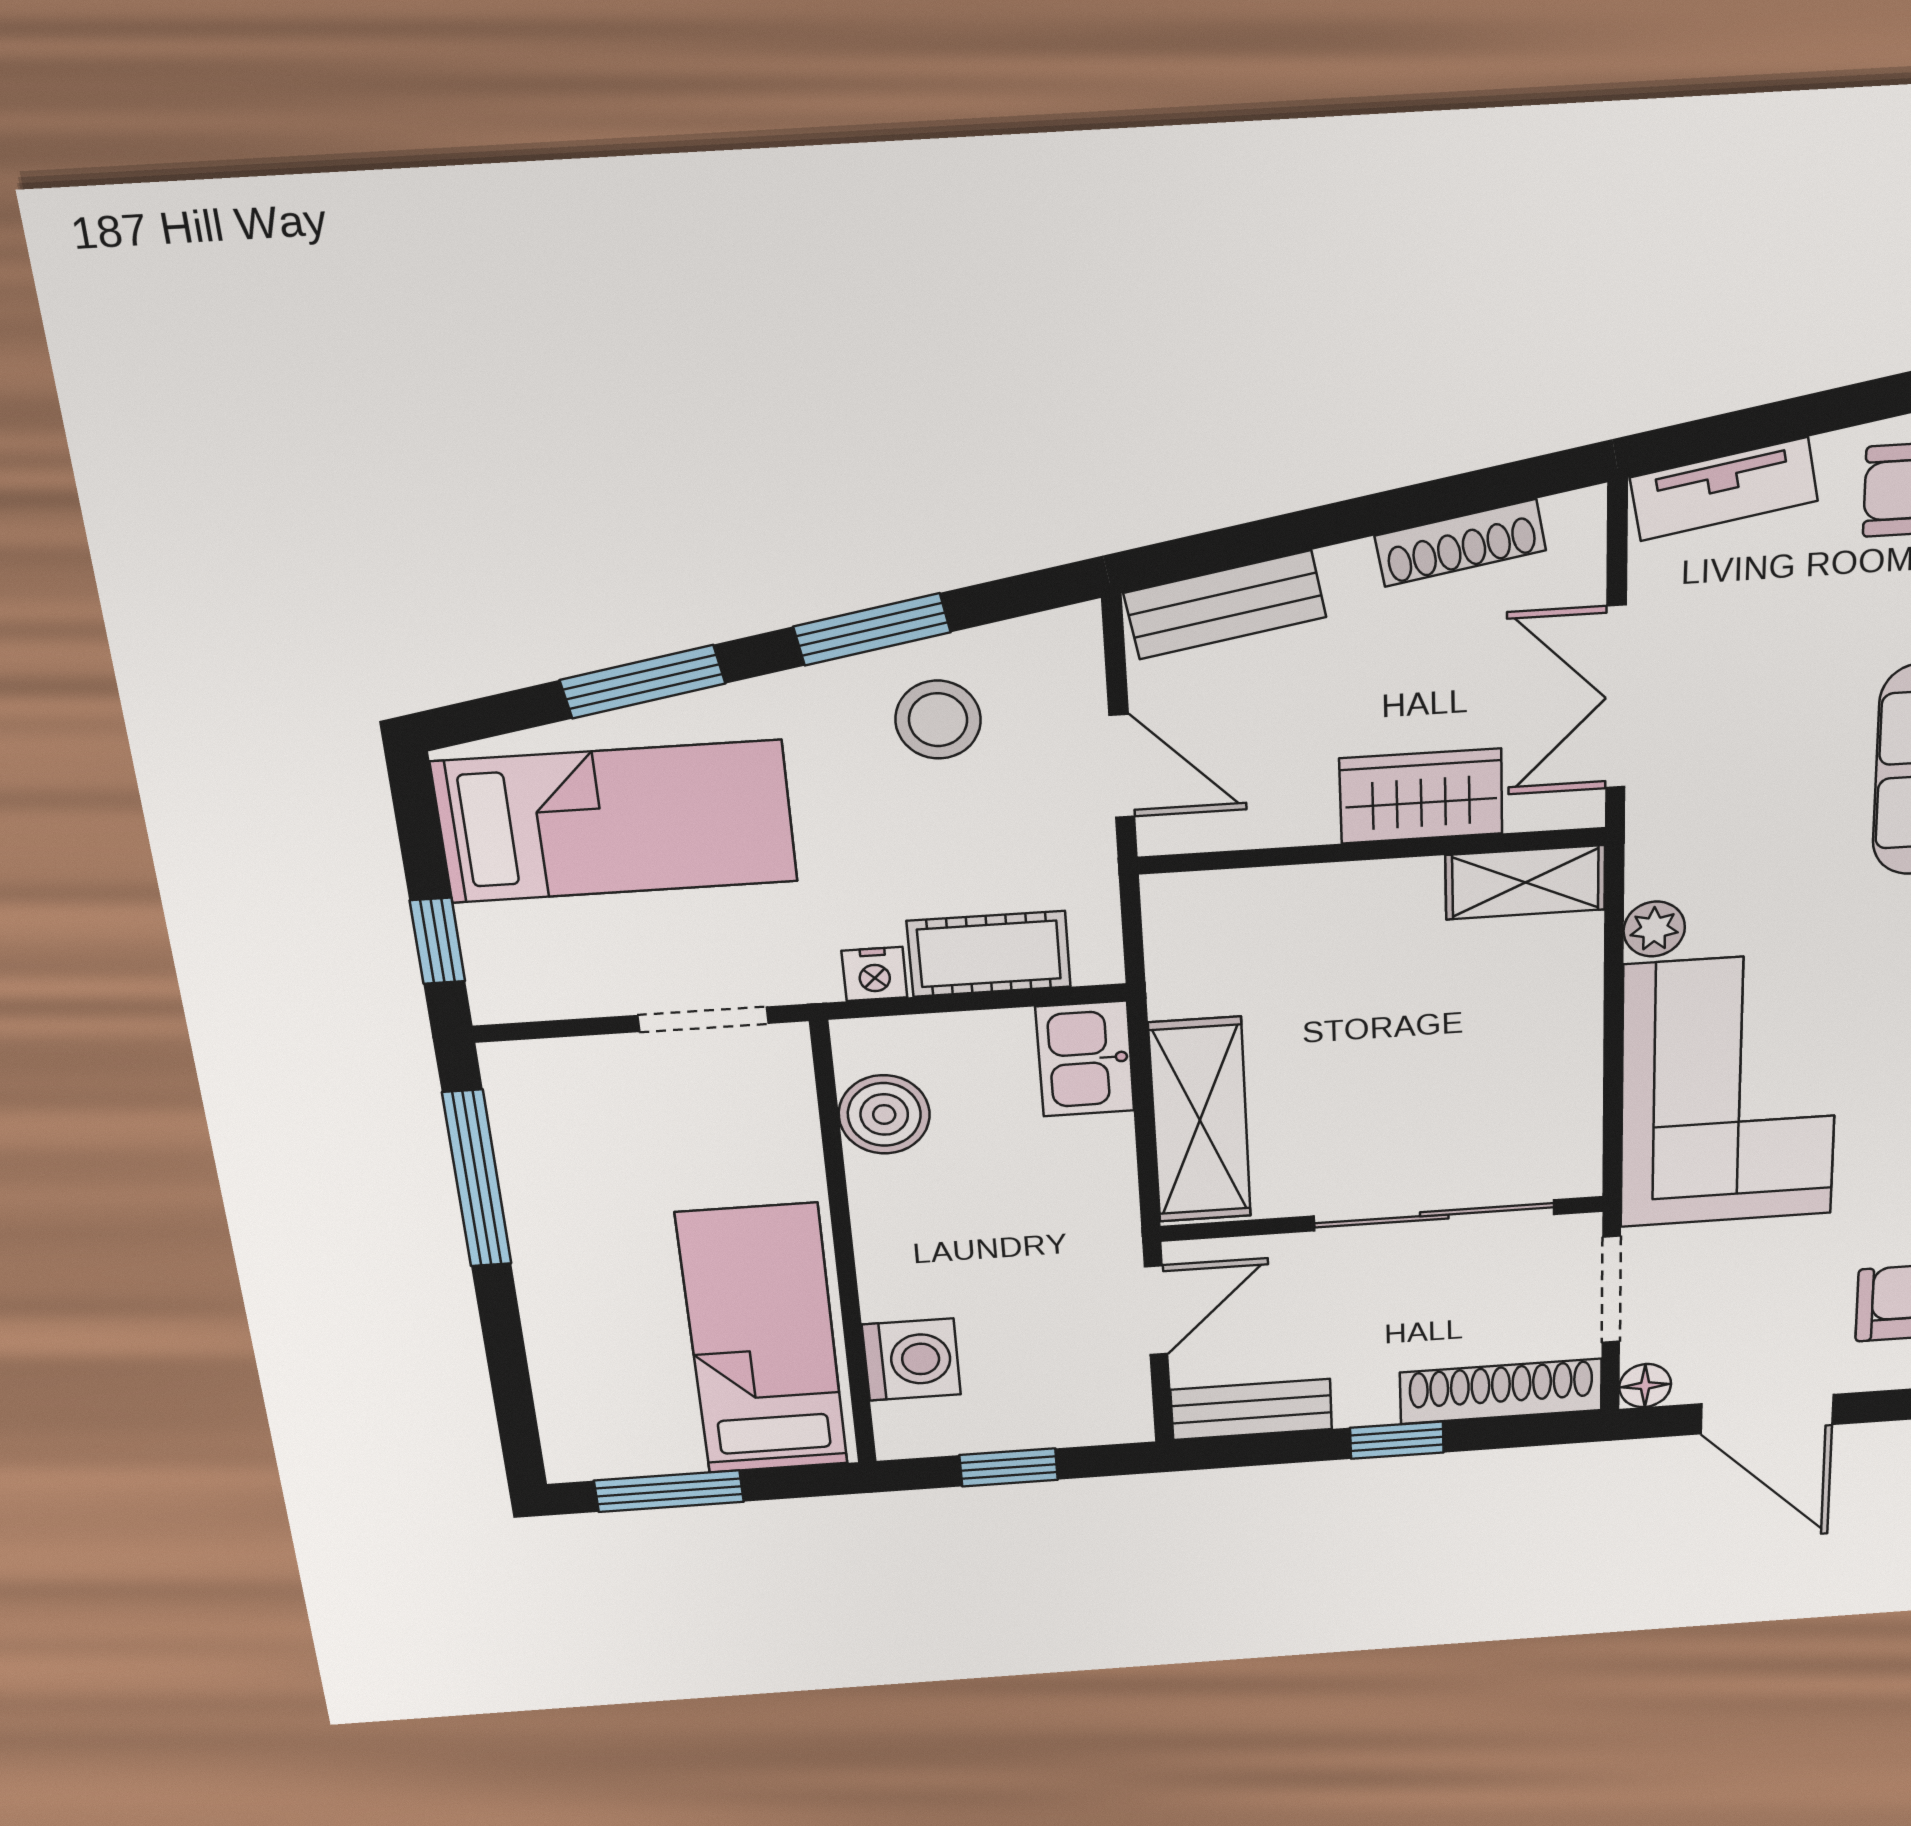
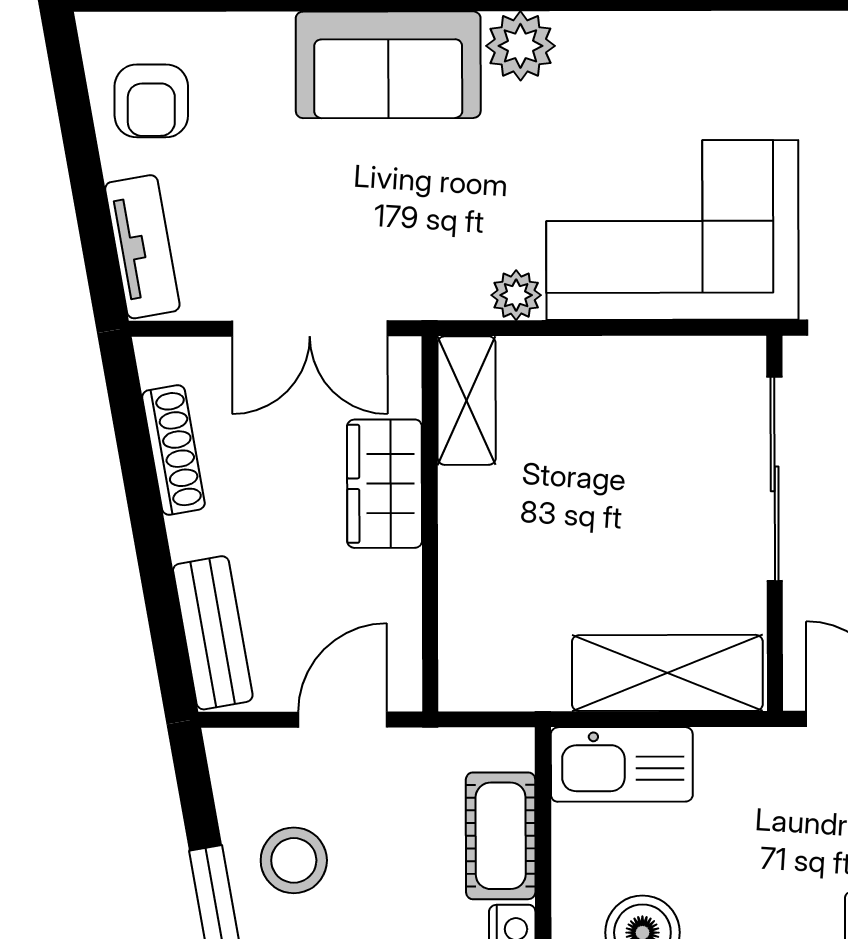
kitchen sink: (1085, 1059) -> (622, 764), width x1.38

